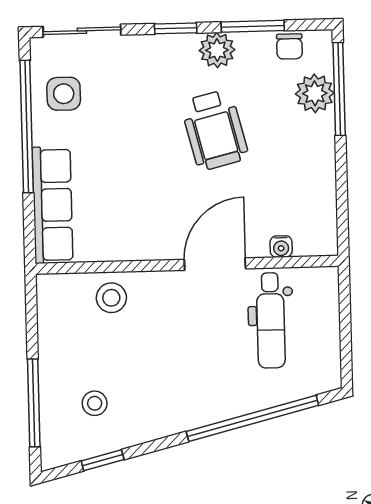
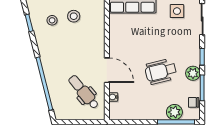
stool: (111, 298) -> (74, 16), moved
dental chair: (271, 320) -> (84, 92), turned 50

